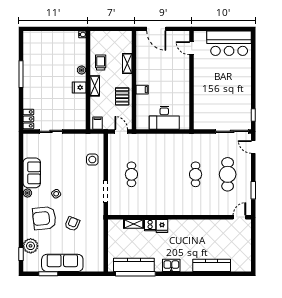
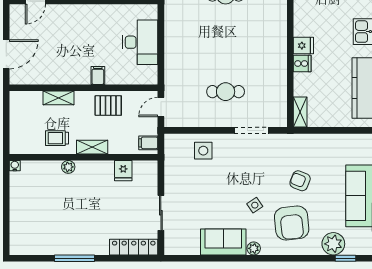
fridge: (79, 87) -> (123, 171), moved
locker: (28, 119) -> (134, 247), width x1.53
shelving: (134, 224) -> (300, 112), moved

